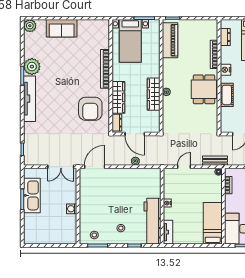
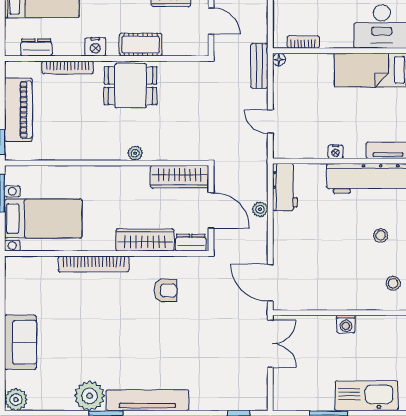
piano: (170, 40) -> (18, 110), moved, turned 90
wardrobe: (154, 94) -> (180, 177), moved
armchair: (90, 109) -> (166, 291), width x0.53, depth x0.53
door: (135, 134) -> (211, 210), hinge flipped
workbench: (148, 175) -> (285, 187), added
kitchen sink: (32, 195) -> (366, 396), moved

